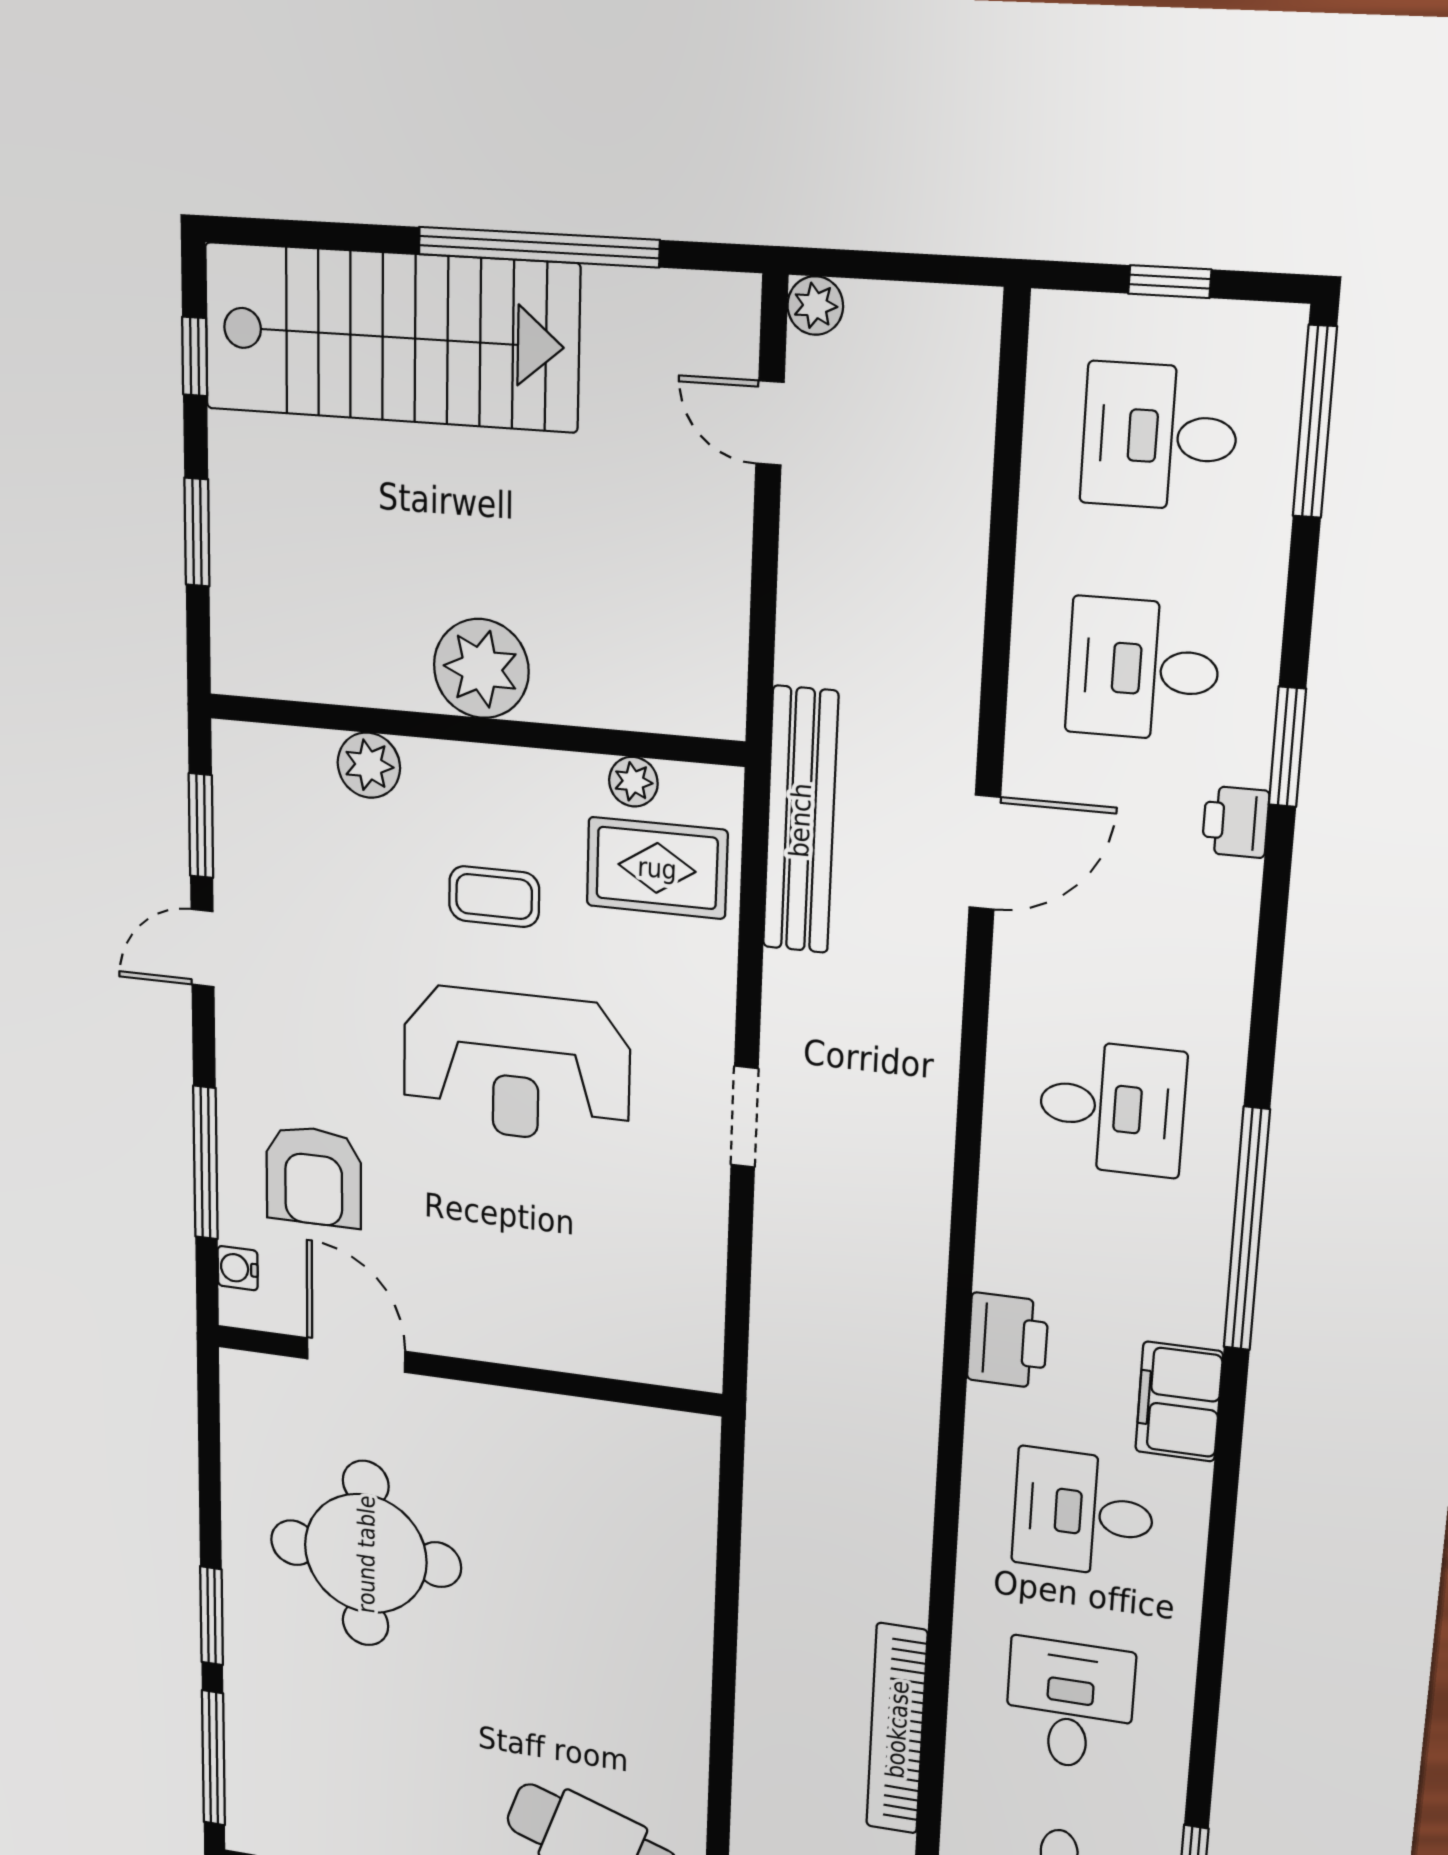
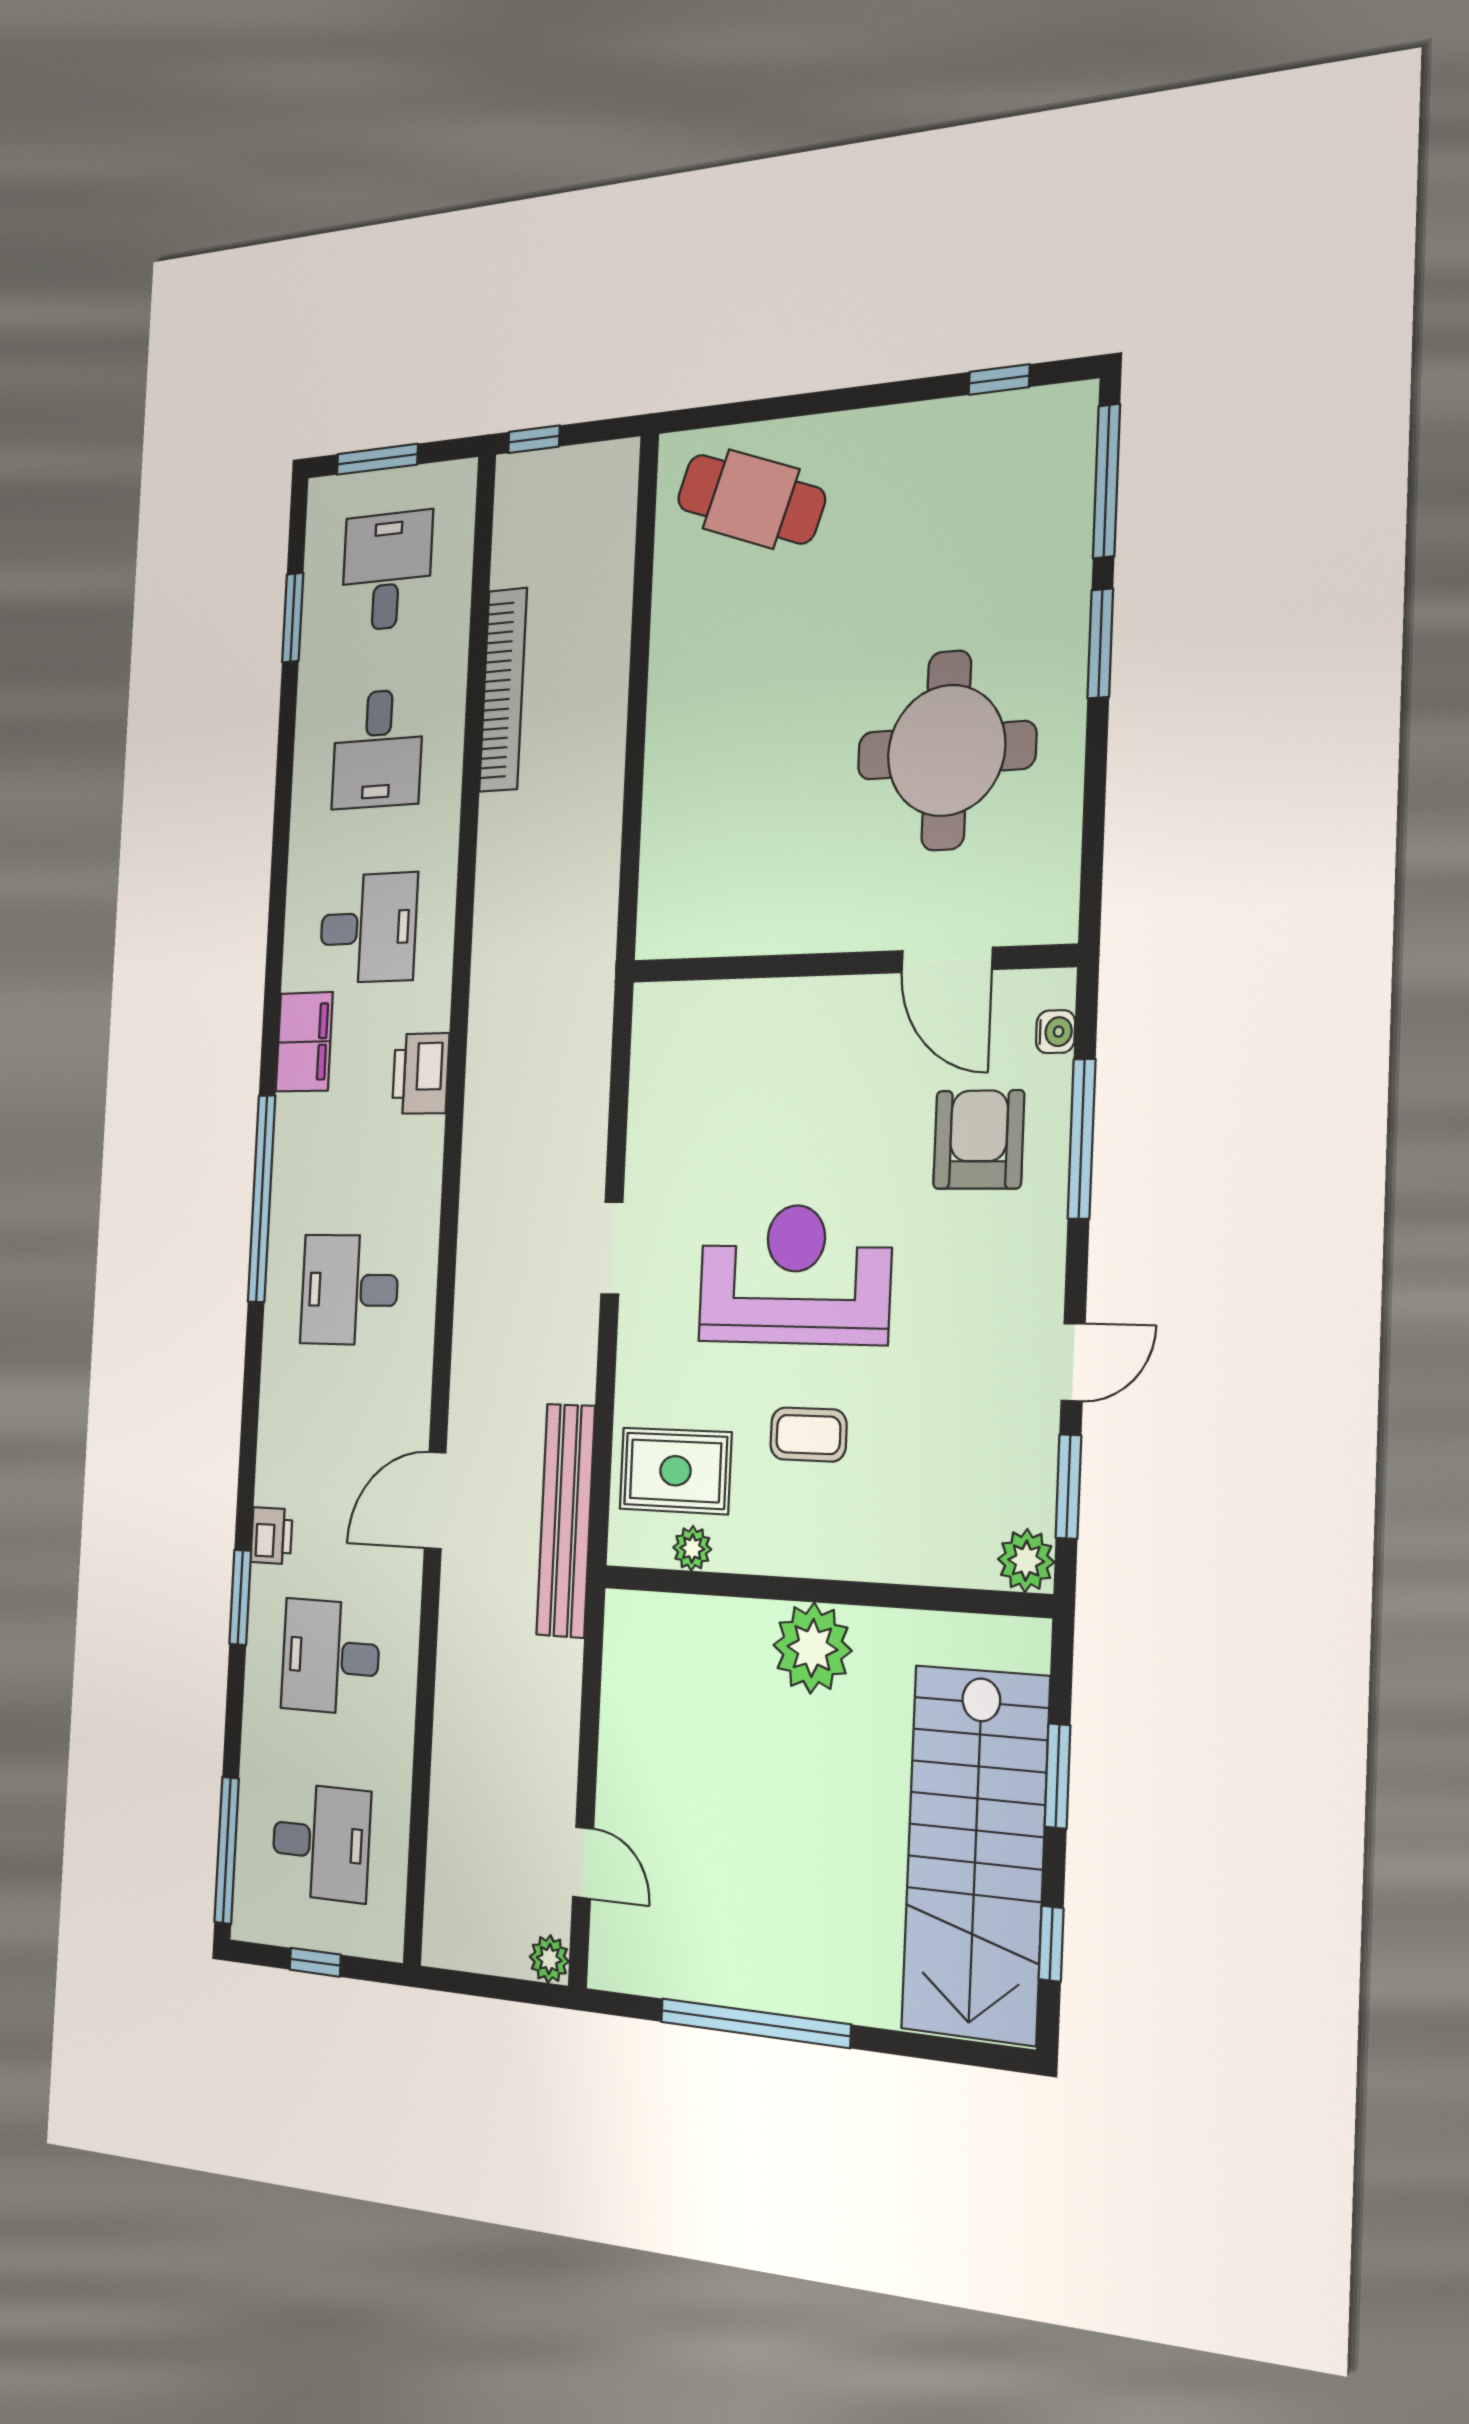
stairs: (390, 337) -> (975, 1853), moved, turned -90
desk: (1143, 669) -> (331, 1657), turned 180
plant: (369, 765) -> (1026, 1561), moved

